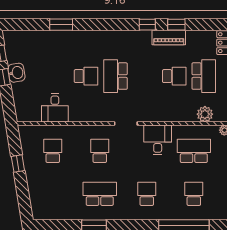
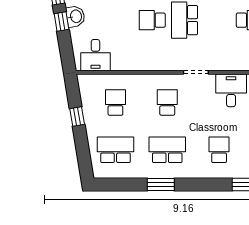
school desk: (86, 76) -> (152, 20), turned 180
desk: (55, 108) -> (95, 55), moved
school desk: (53, 194) -> (115, 150), added

